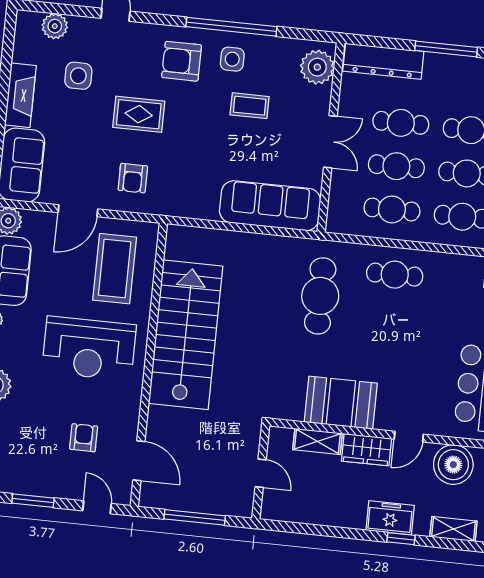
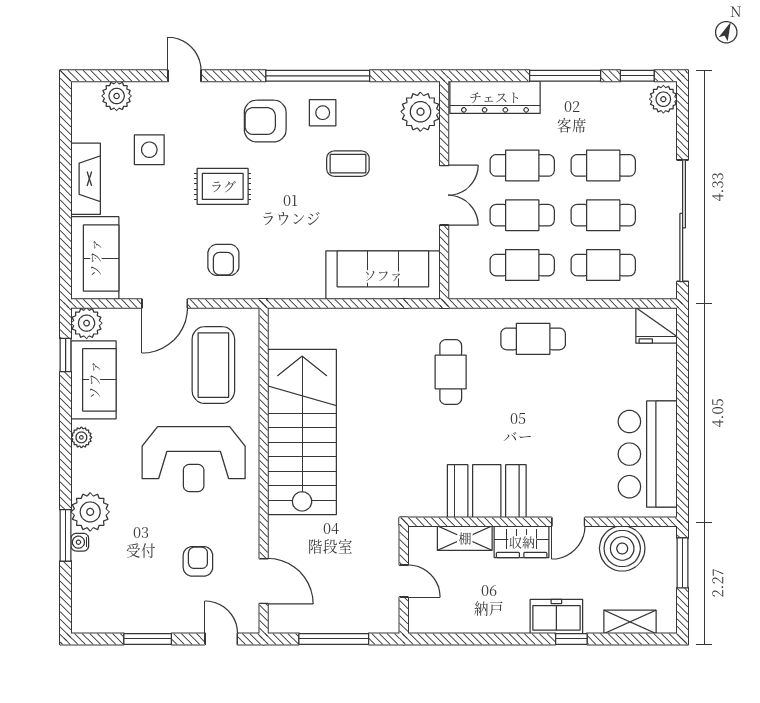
cafe table: (320, 296) -> (451, 372), width x0.73, depth x0.74

